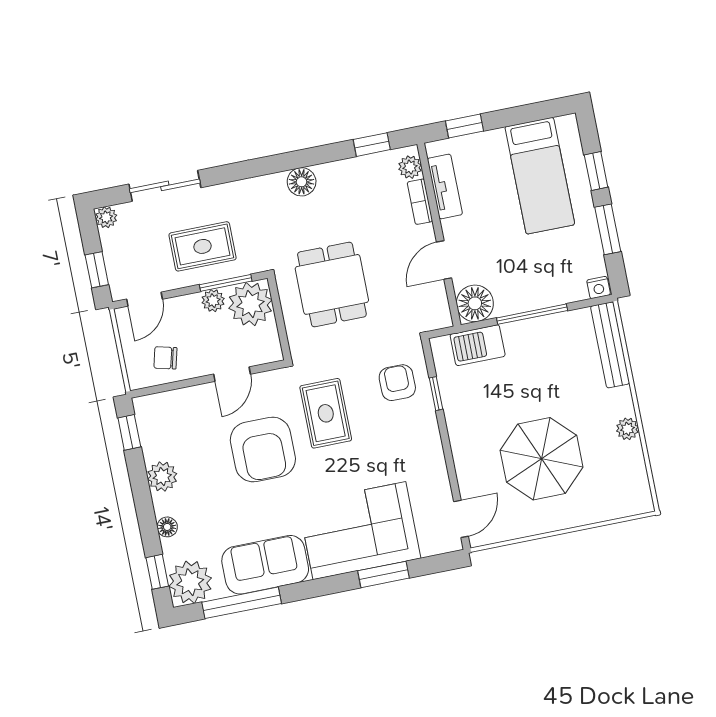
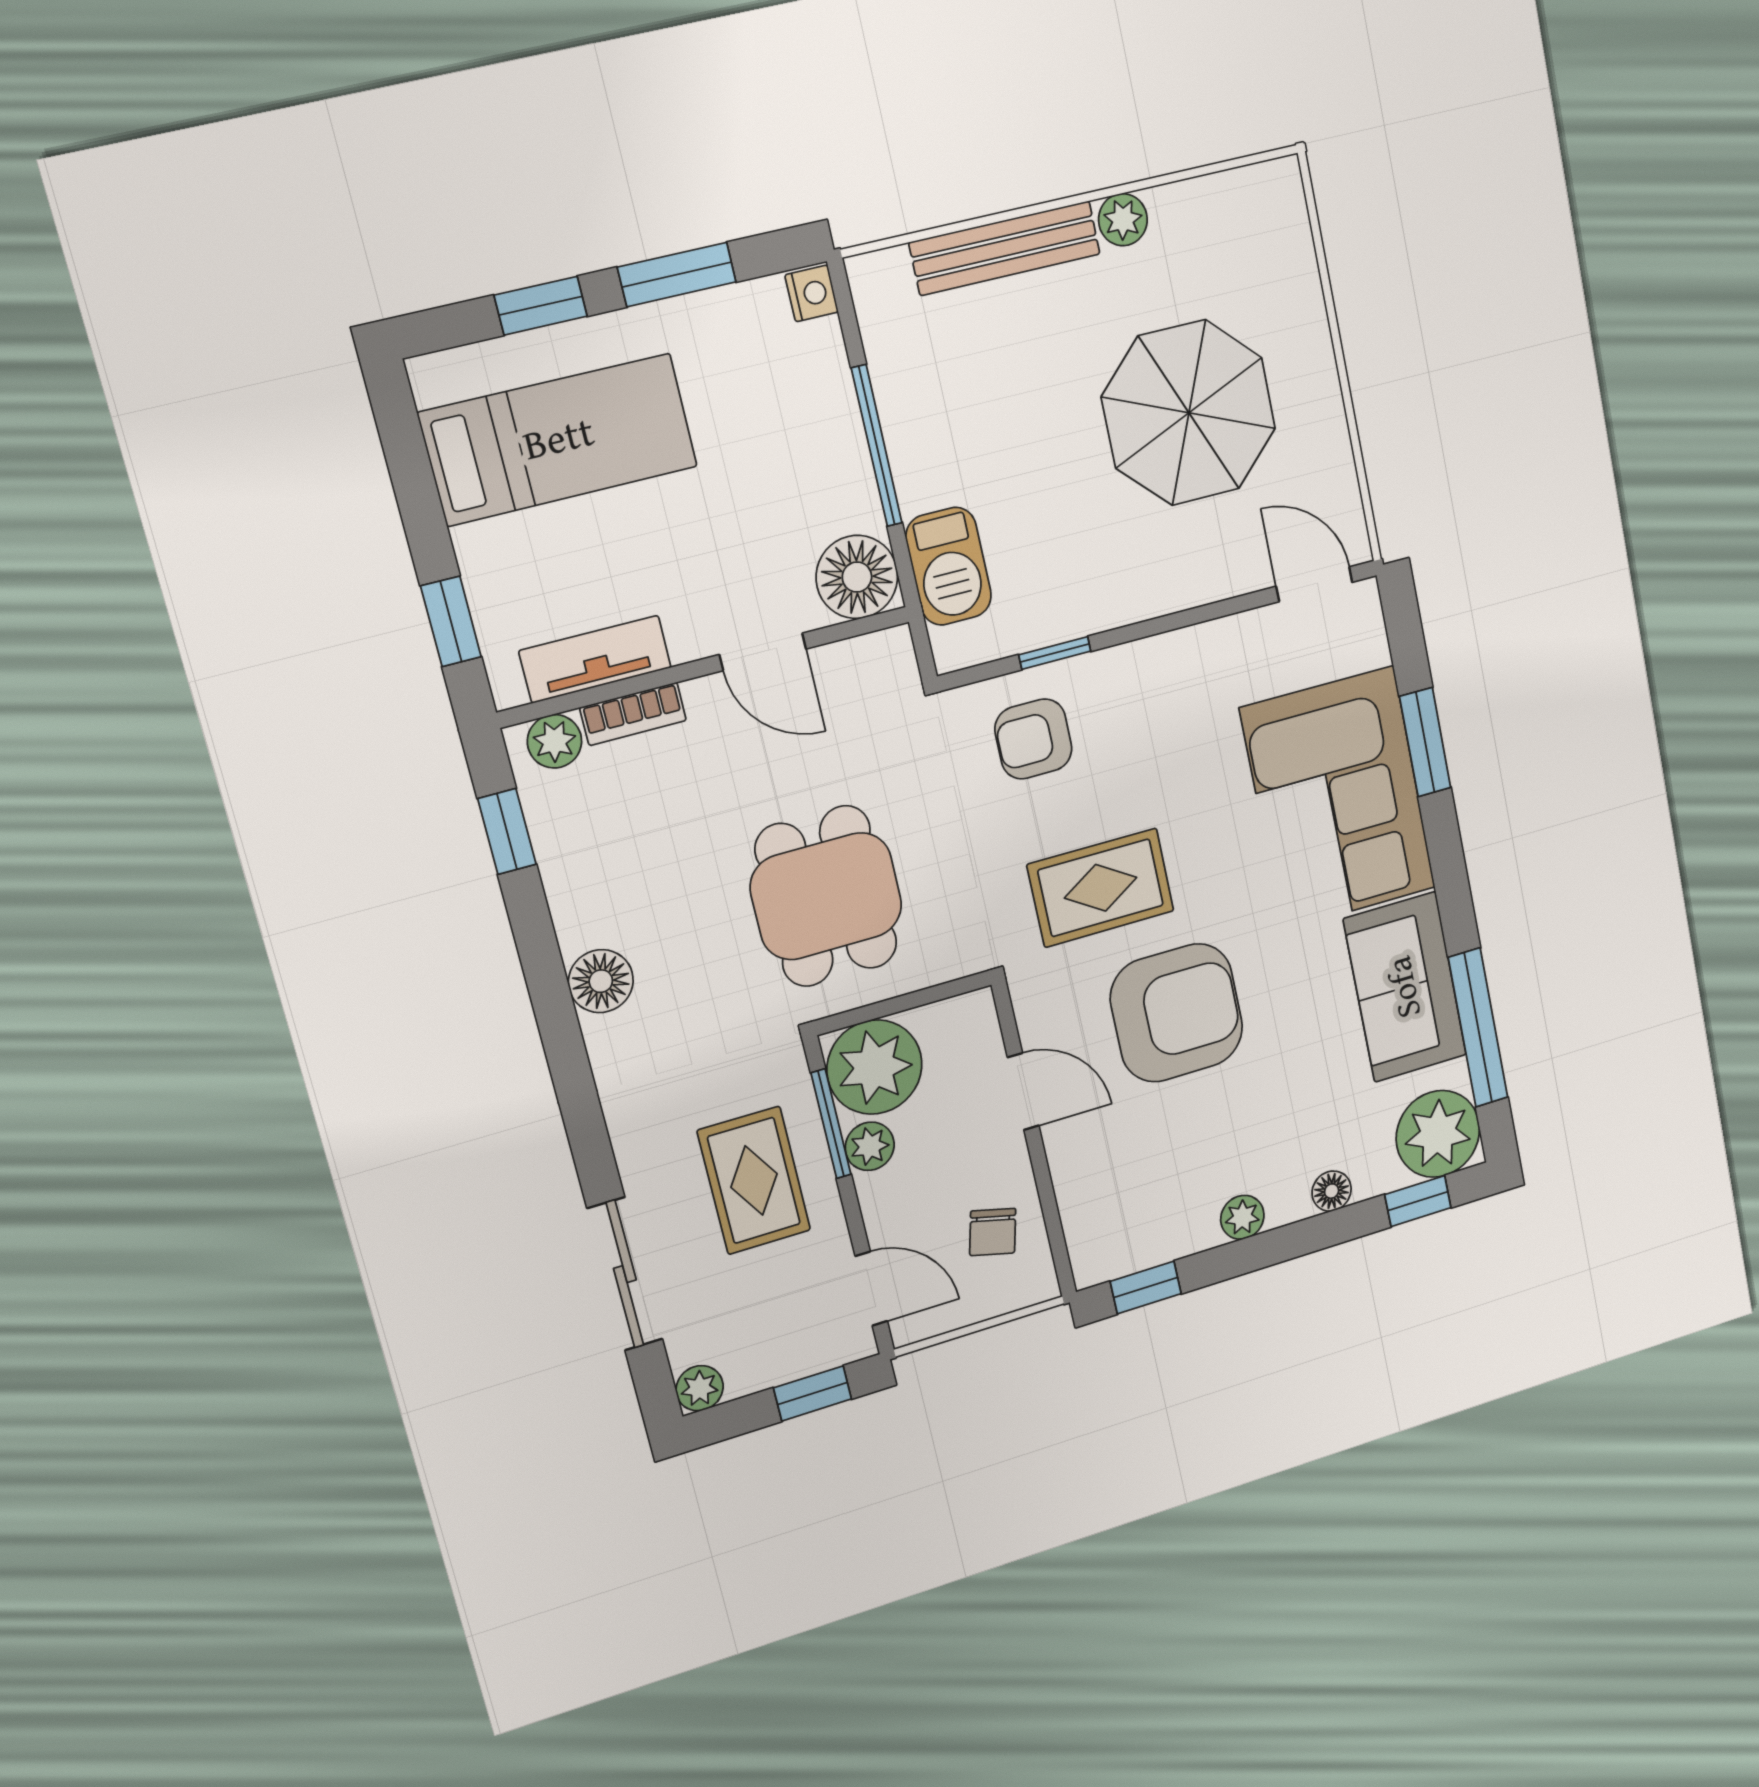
dining table: (332, 284) -> (826, 896), turned 90
bench: (610, 345) -> (1005, 248), moved
plant: (162, 477) -> (1242, 1217), width x0.73, depth x0.73

